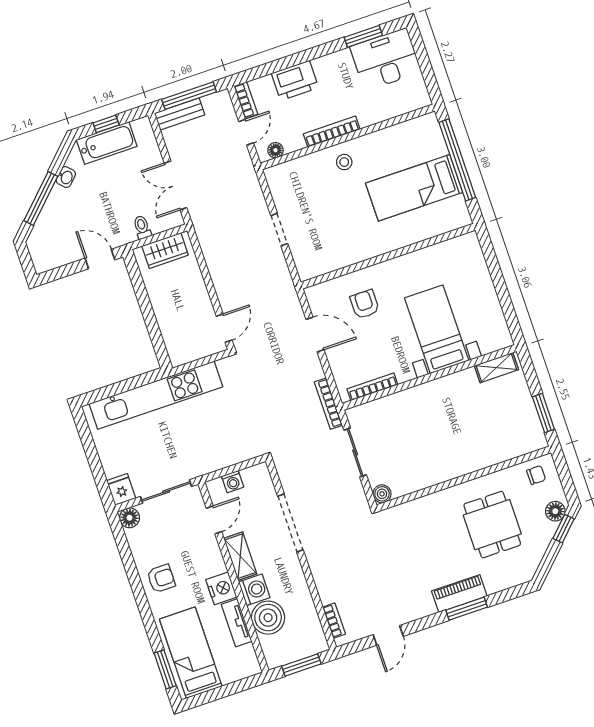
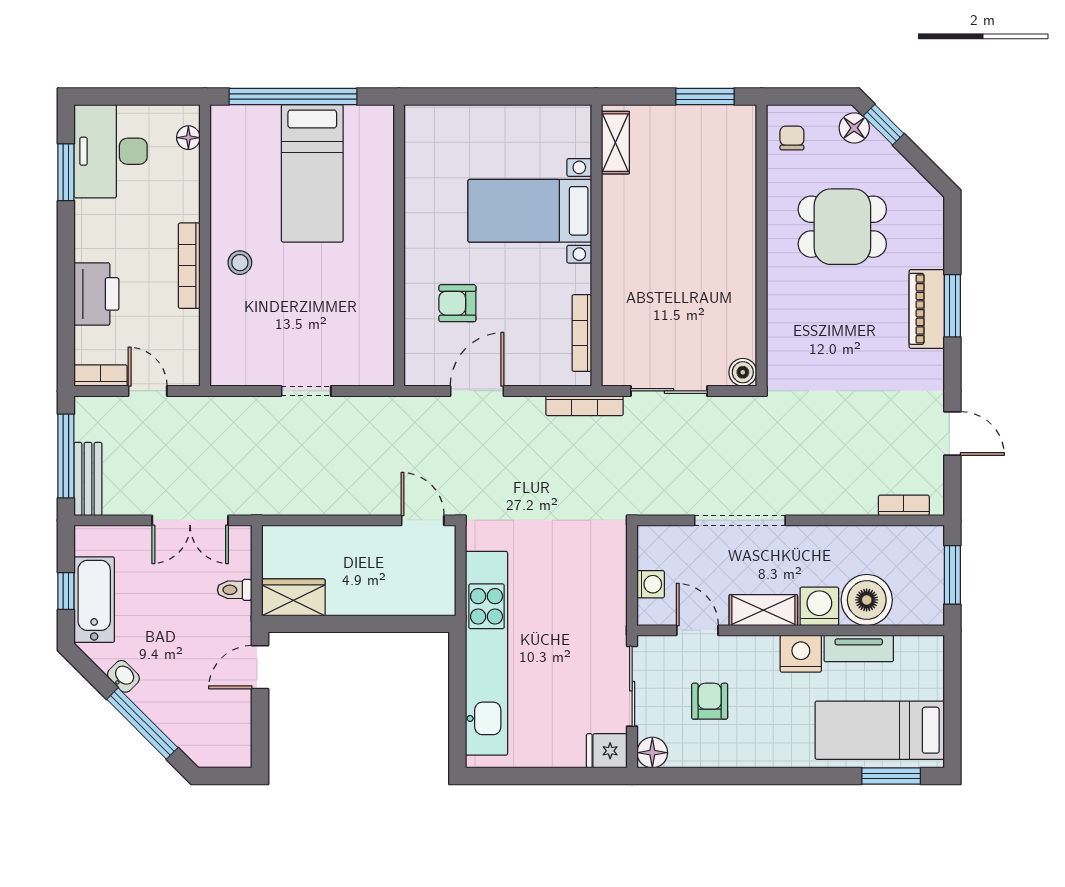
floor lamp: (275, 150) -> (188, 138), moved
wardrobe: (165, 251) -> (293, 597), moved, turned -90
armchair: (161, 579) -> (710, 701), moved

